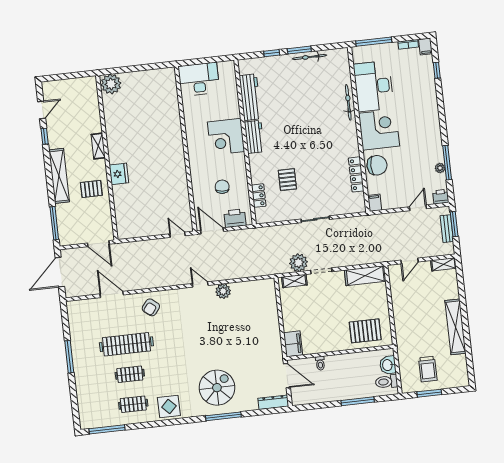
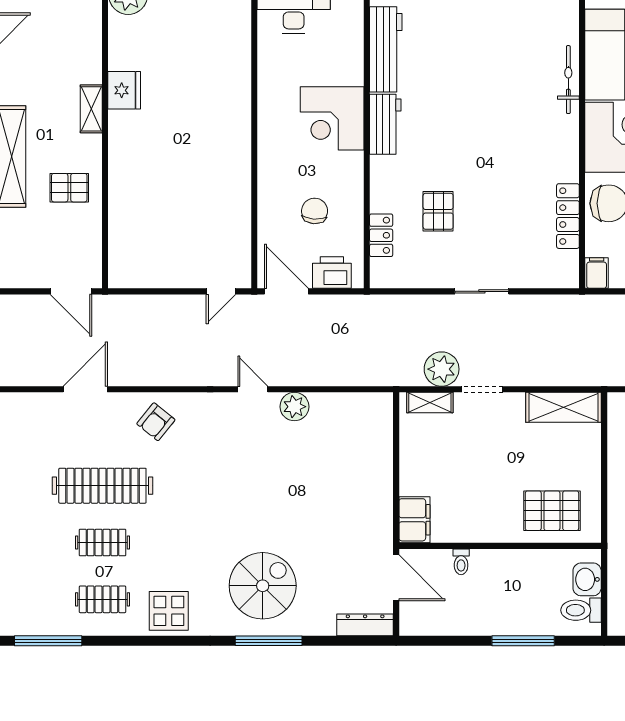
fridge: (119, 174) -> (124, 90), moved
door: (178, 235) -> (221, 291), swing flipped
door: (112, 294) -> (85, 389), hinge flipped

